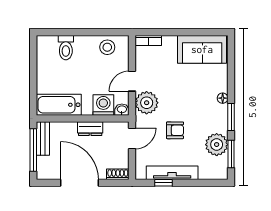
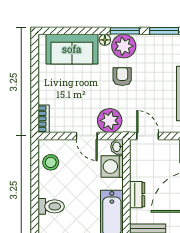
sofa: (202, 49) -> (72, 49), moved, turned 90
dresser: (90, 129) -> (137, 195), moved
armchair: (175, 130) -> (122, 77), moved
plant: (217, 145) -> (124, 46), moved

